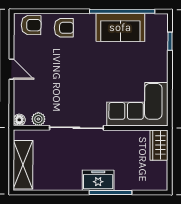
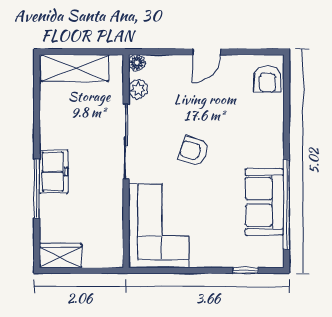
armchair: (64, 28) -> (194, 151), moved, turned 109
wardrobe: (159, 145) -> (61, 256), moved

